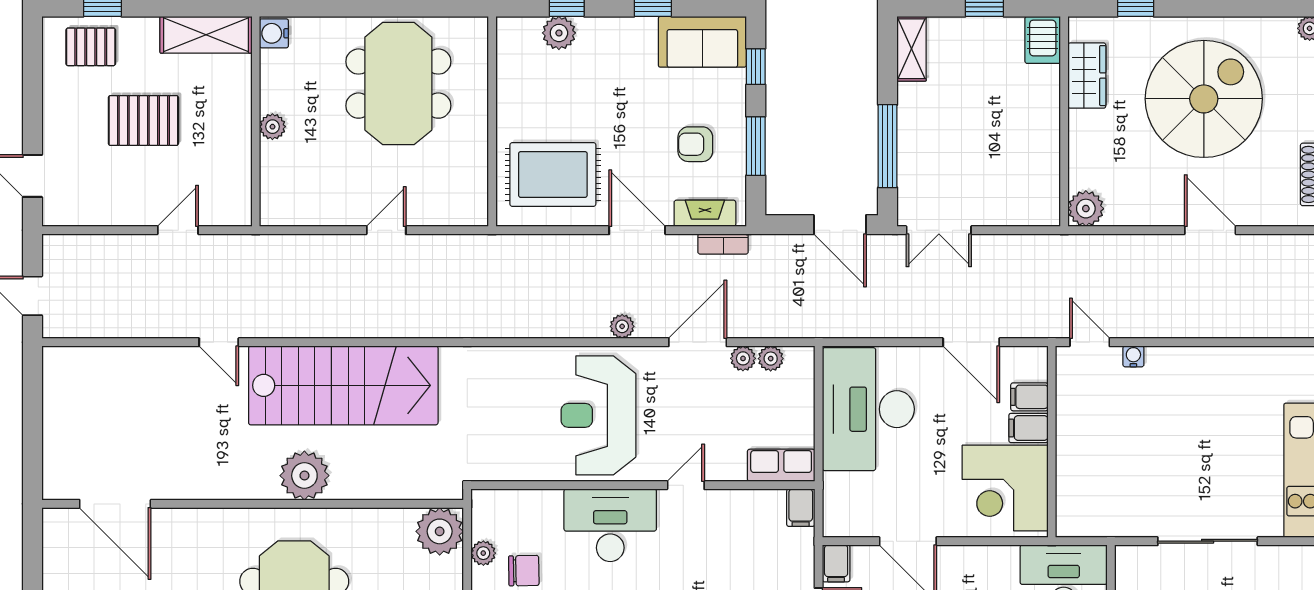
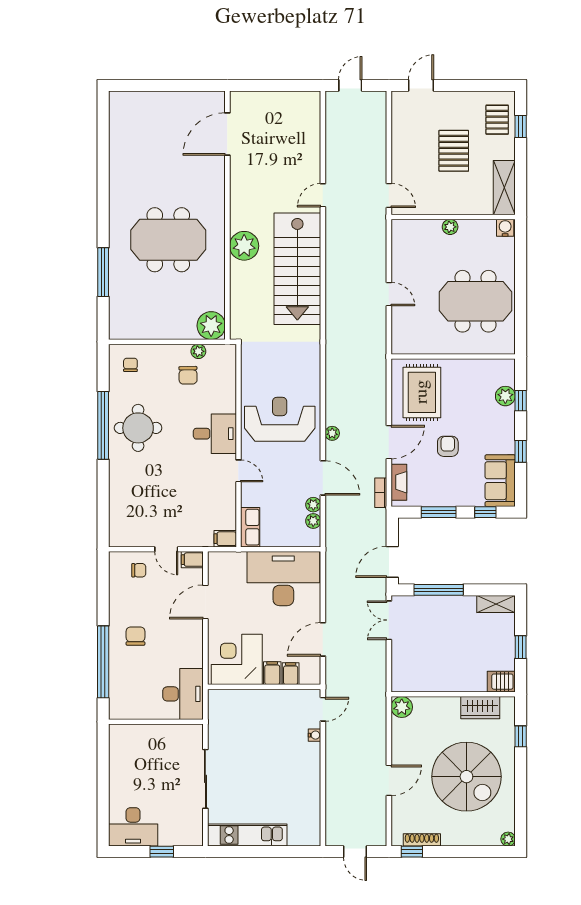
armchair: (695, 144) -> (448, 446), moved
door: (178, 230) -> (389, 195), moved
desk: (610, 525) -> (215, 434), width x0.73

